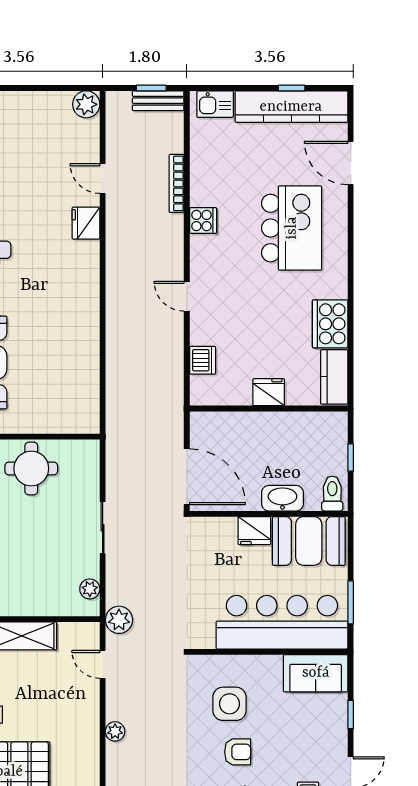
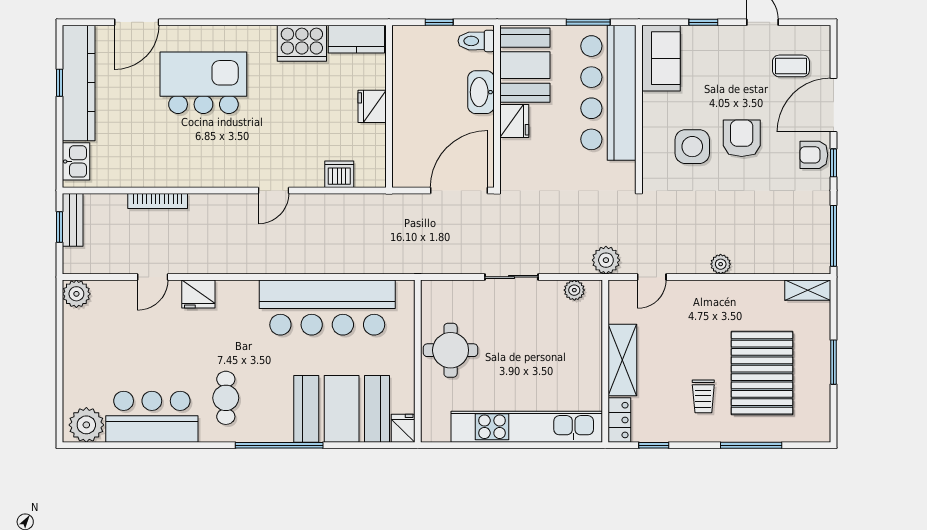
cooker: (203, 220) -> (196, 174), removed
bar counter: (73, 349) -> (327, 308), added
armchair: (238, 752) -> (742, 138), width x1.38, depth x1.38

